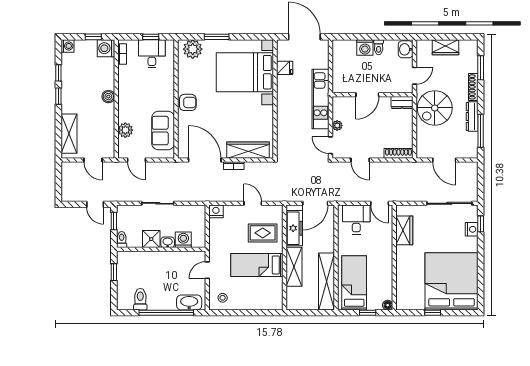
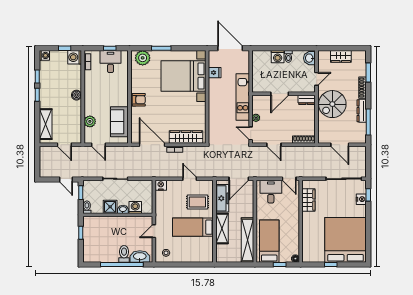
toilet: (140, 299) -> (124, 254), moved

